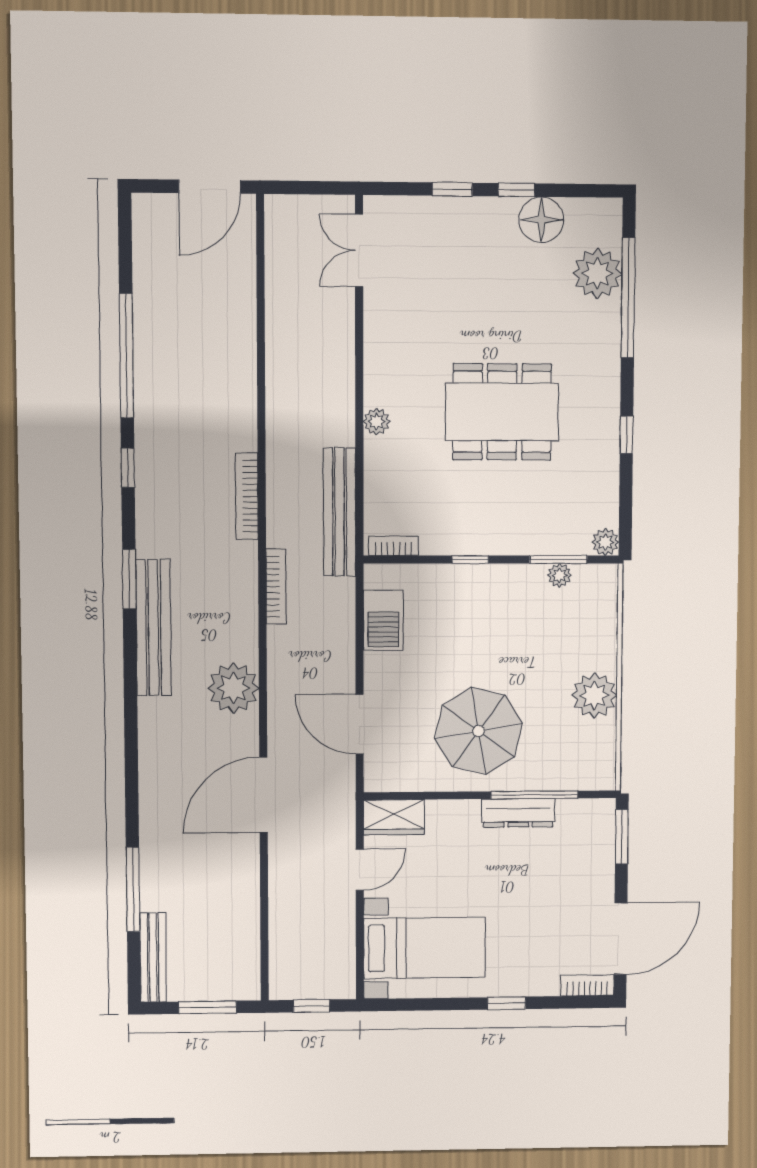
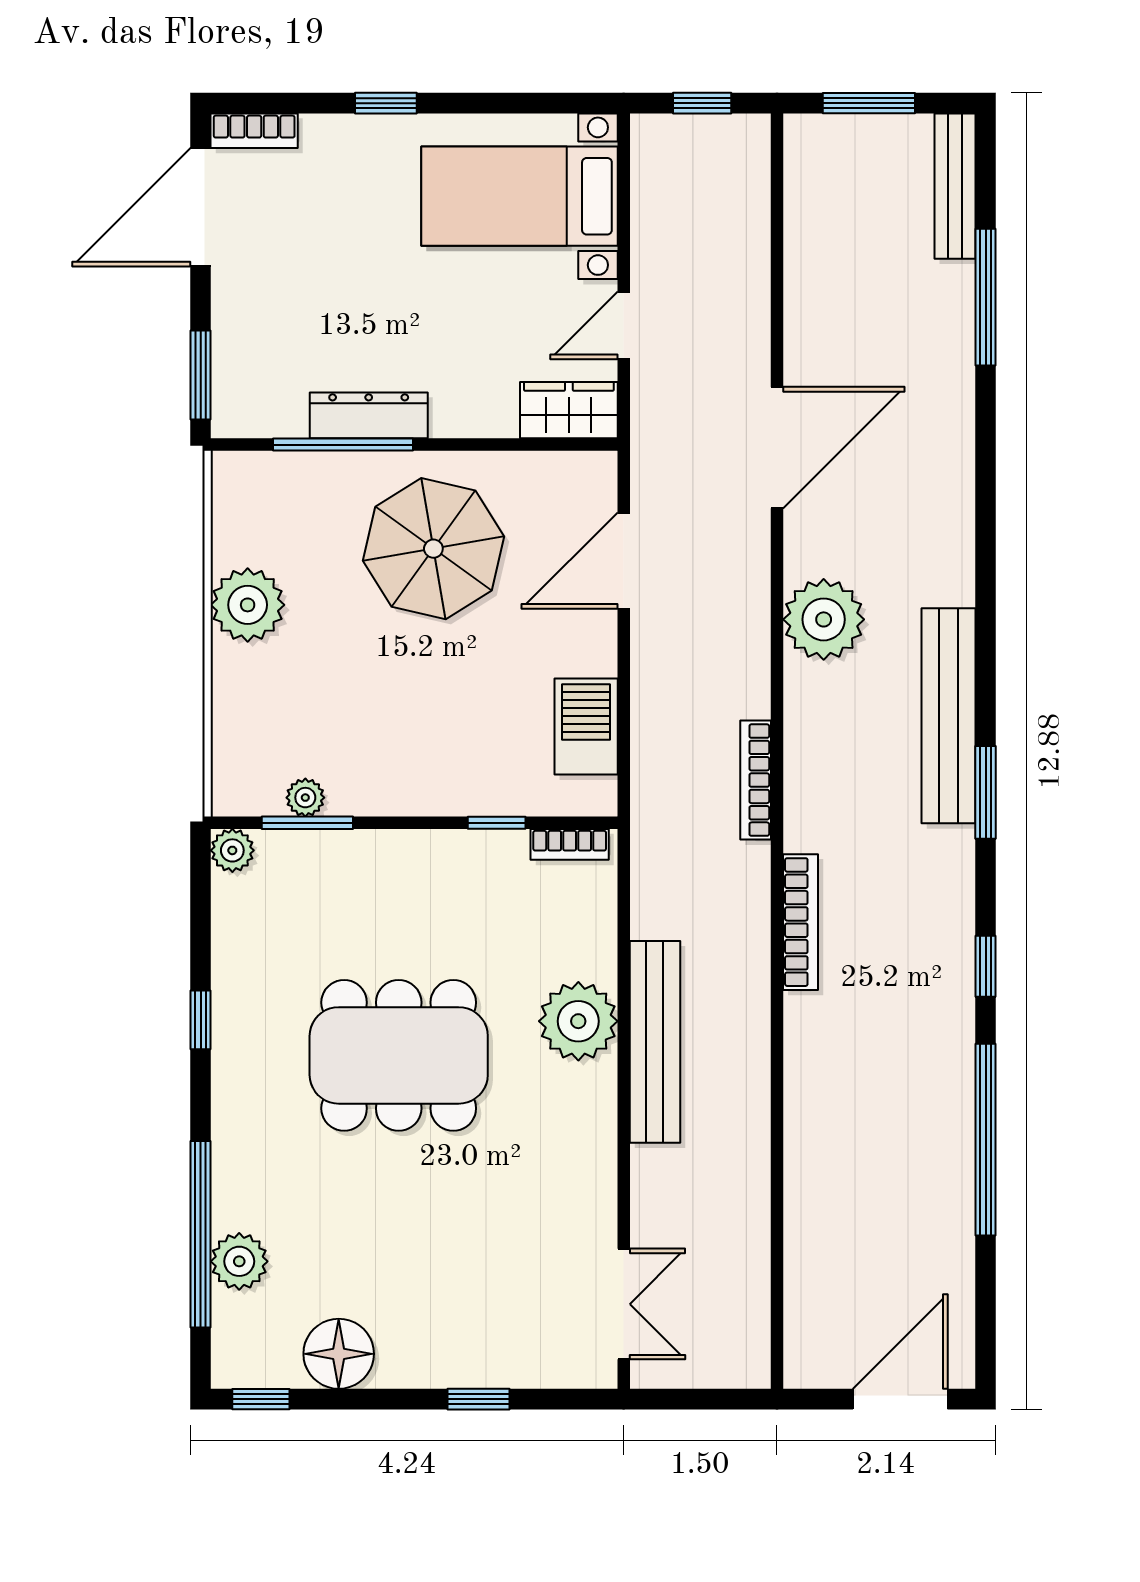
door: (210, 187) -> (900, 1399), moved
window: (516, 190) -> (261, 1399), moved
plant: (597, 273) -> (239, 1261), width x0.73, depth x0.73
plant: (377, 422) -> (578, 1021), width x1.88, depth x1.88
bench: (340, 512) -> (655, 1042), moved
window: (470, 560) -> (497, 823), moved
door: (360, 724) -> (624, 561), swing flipped

